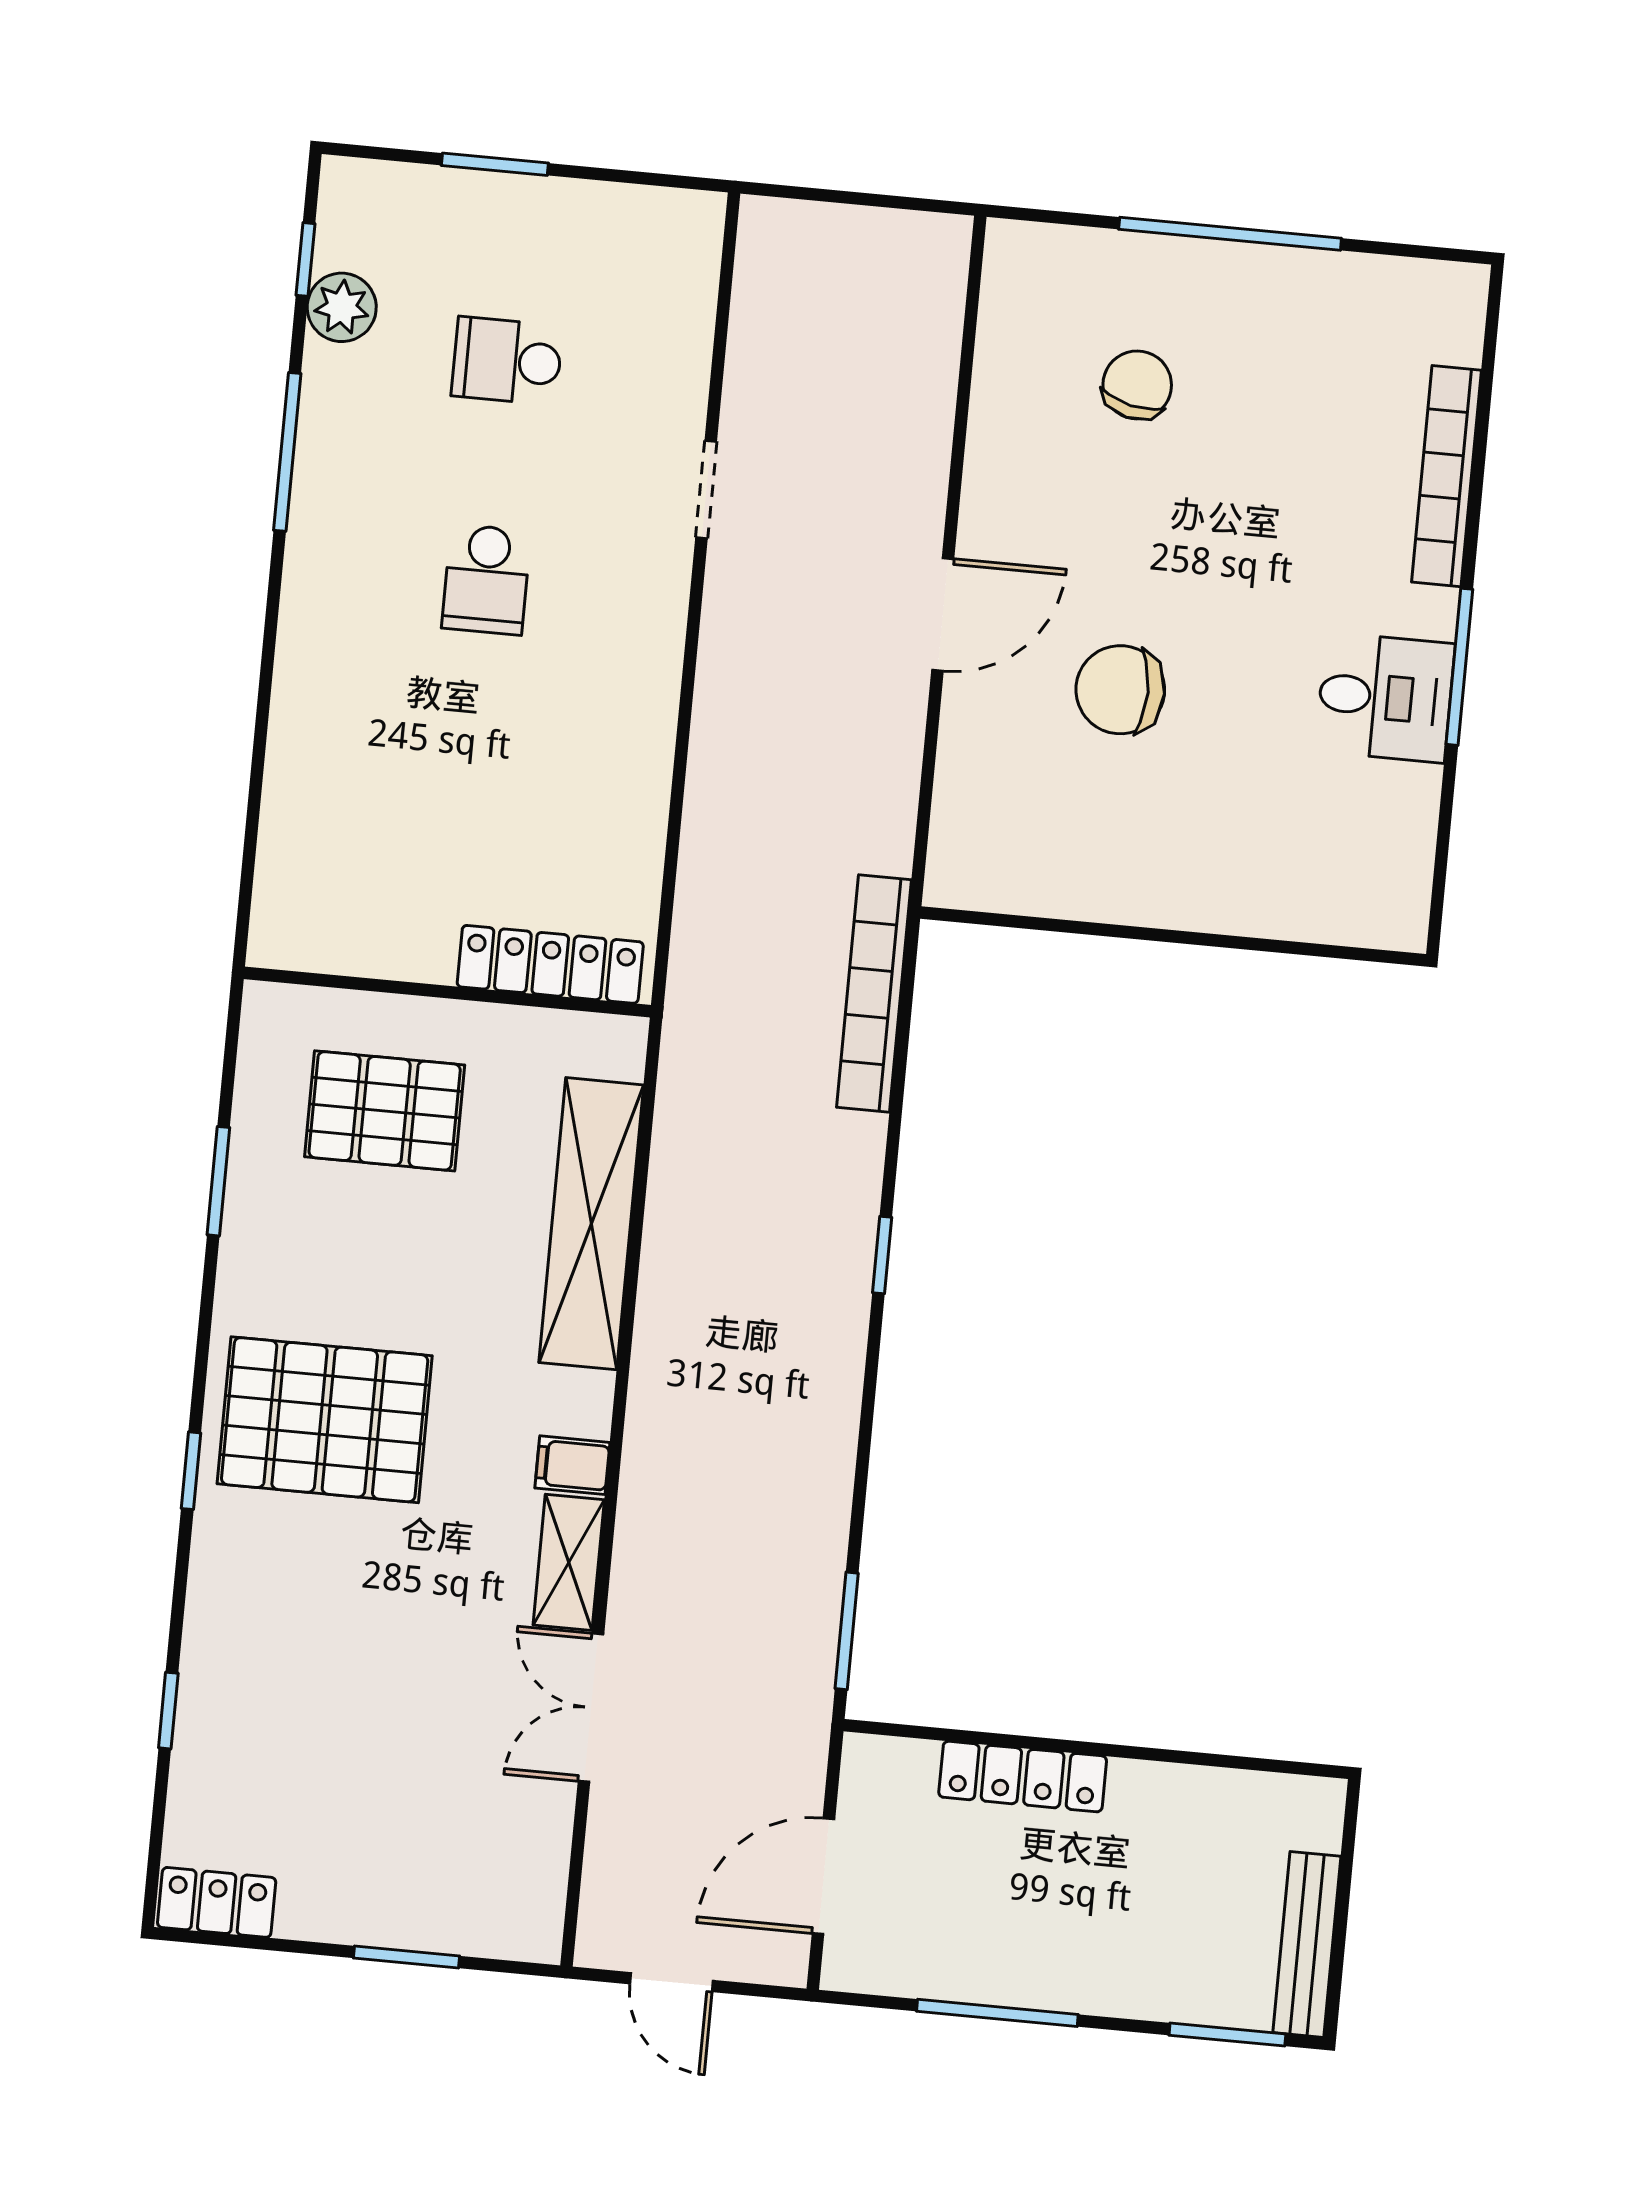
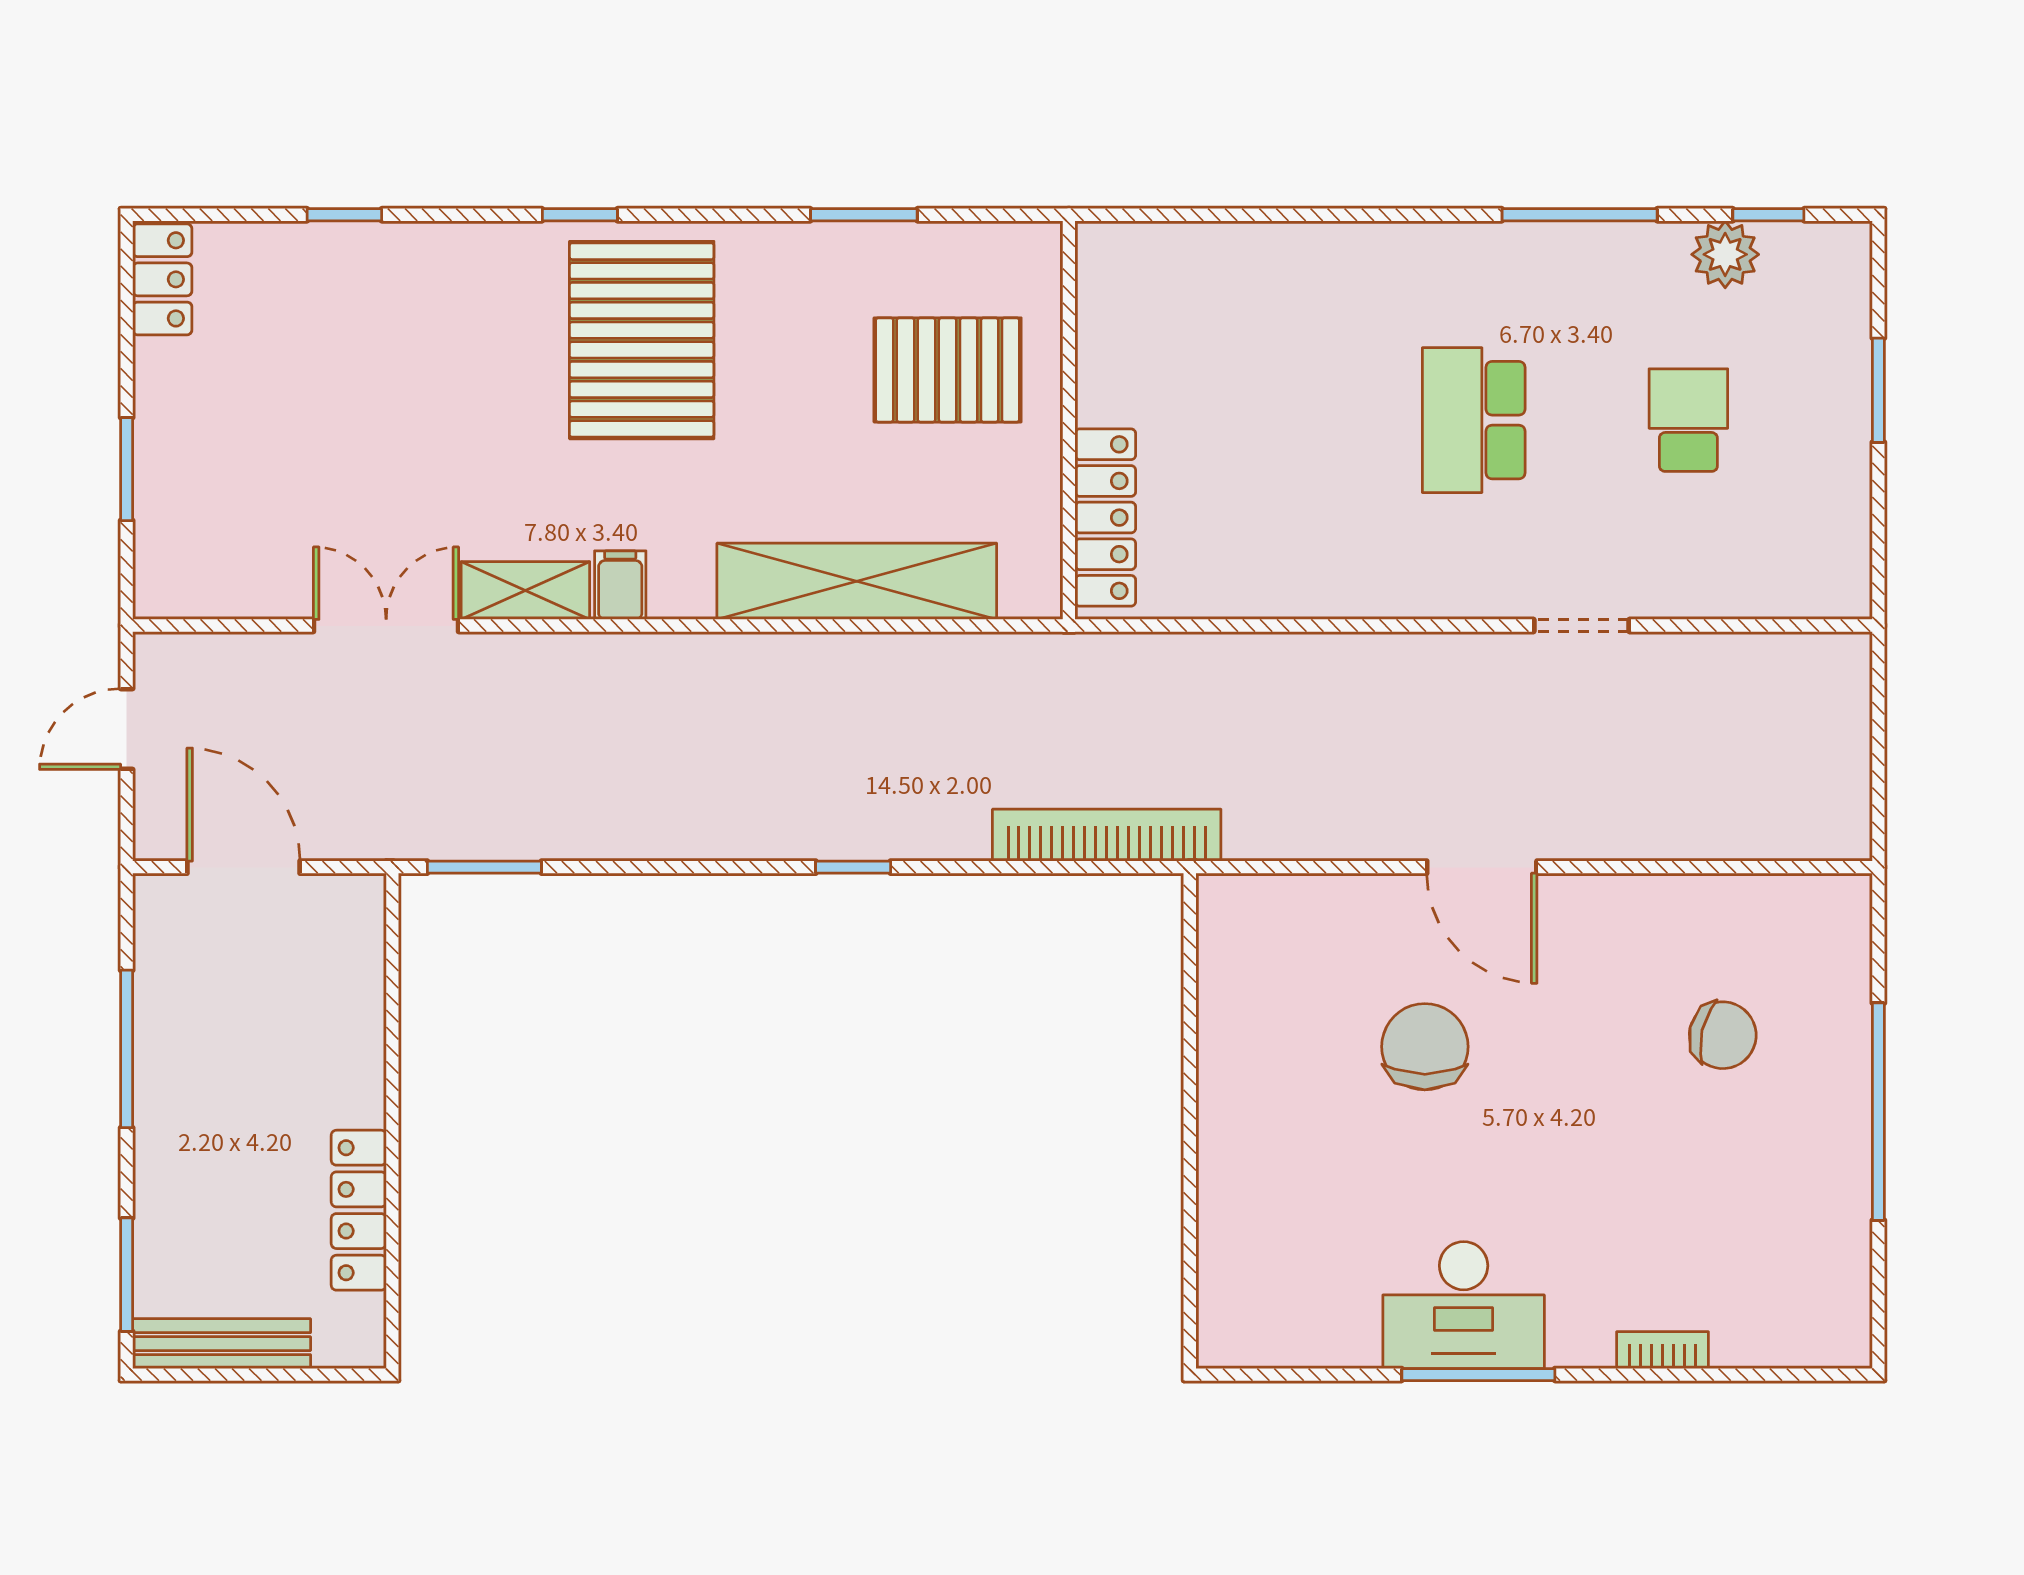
bookcase: (1446, 476) -> (1663, 1350), width x0.43, depth x0.76
school desk: (486, 580) -> (1474, 420), width x1.85
desk: (1385, 697) -> (1464, 1305), width x1.37
pallet: (385, 1111) -> (948, 370), turned 90
locker: (1023, 1777) -> (359, 1210), moved

